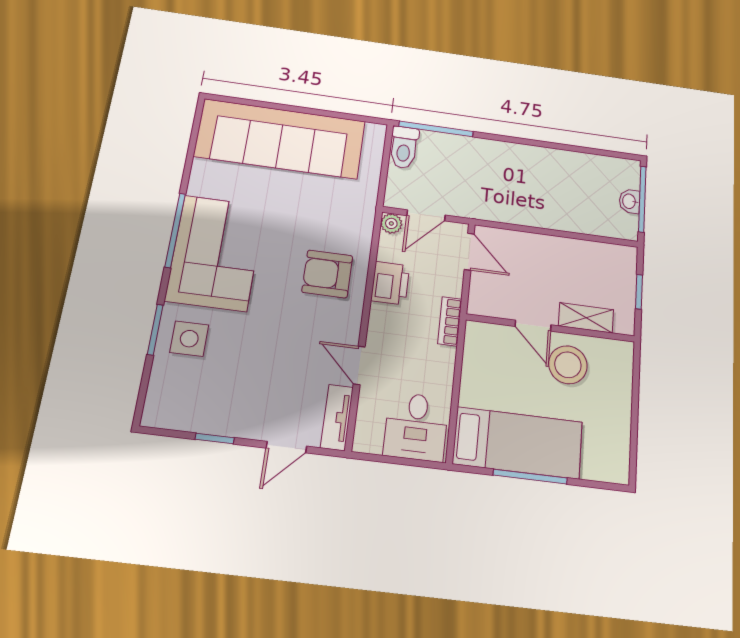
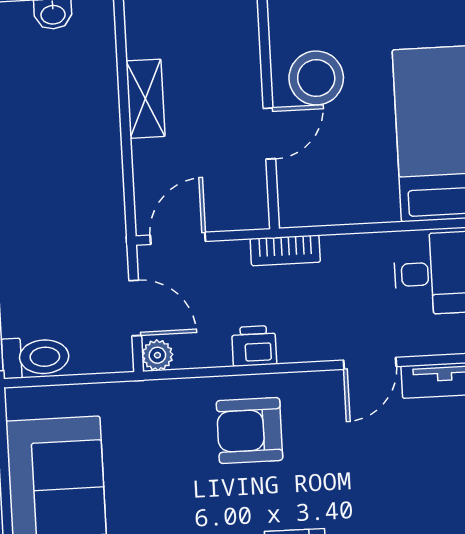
armchair: (327, 274) -> (250, 431), turned 90
printer: (390, 283) -> (254, 346), width x0.73, depth x0.81
shelving: (586, 318) -> (145, 99), moved

